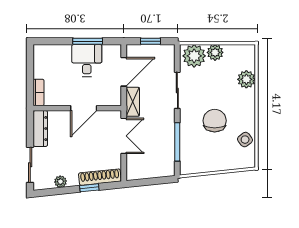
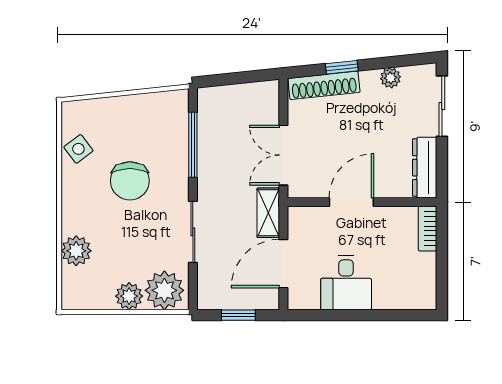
window: (88, 41) -> (345, 315), removed

